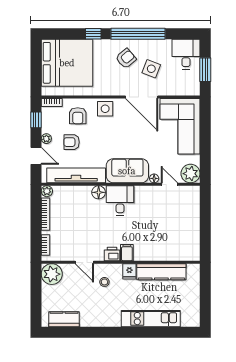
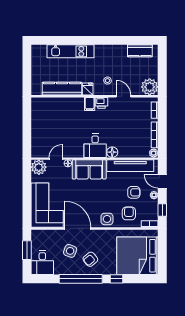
door: (169, 184) -> (56, 159), swing flipped

